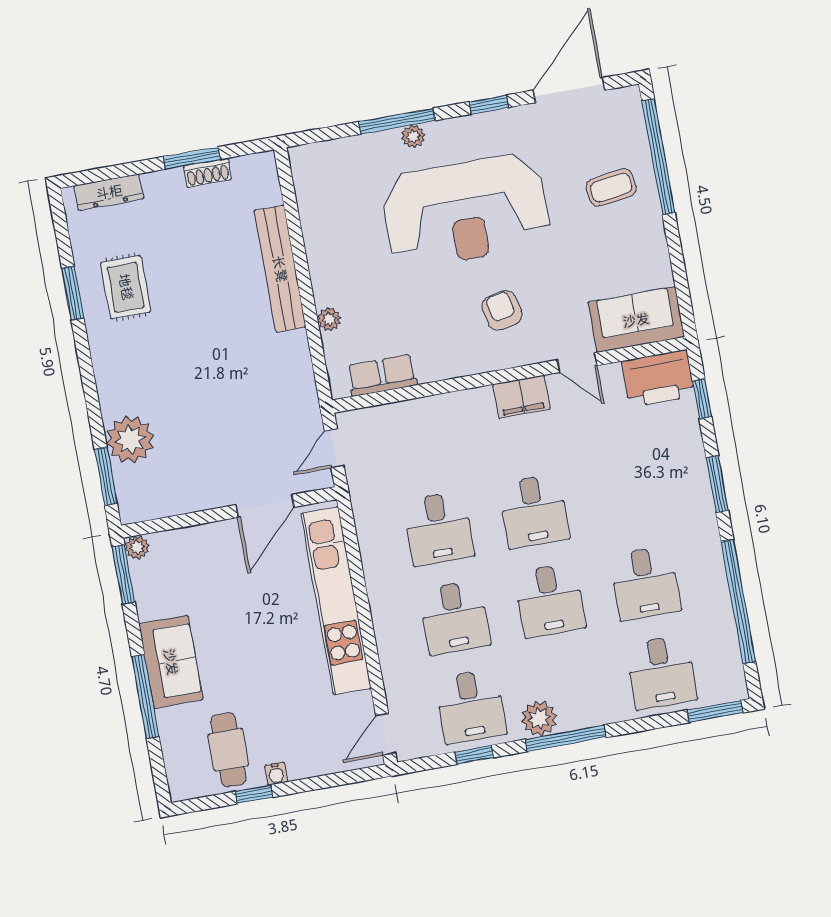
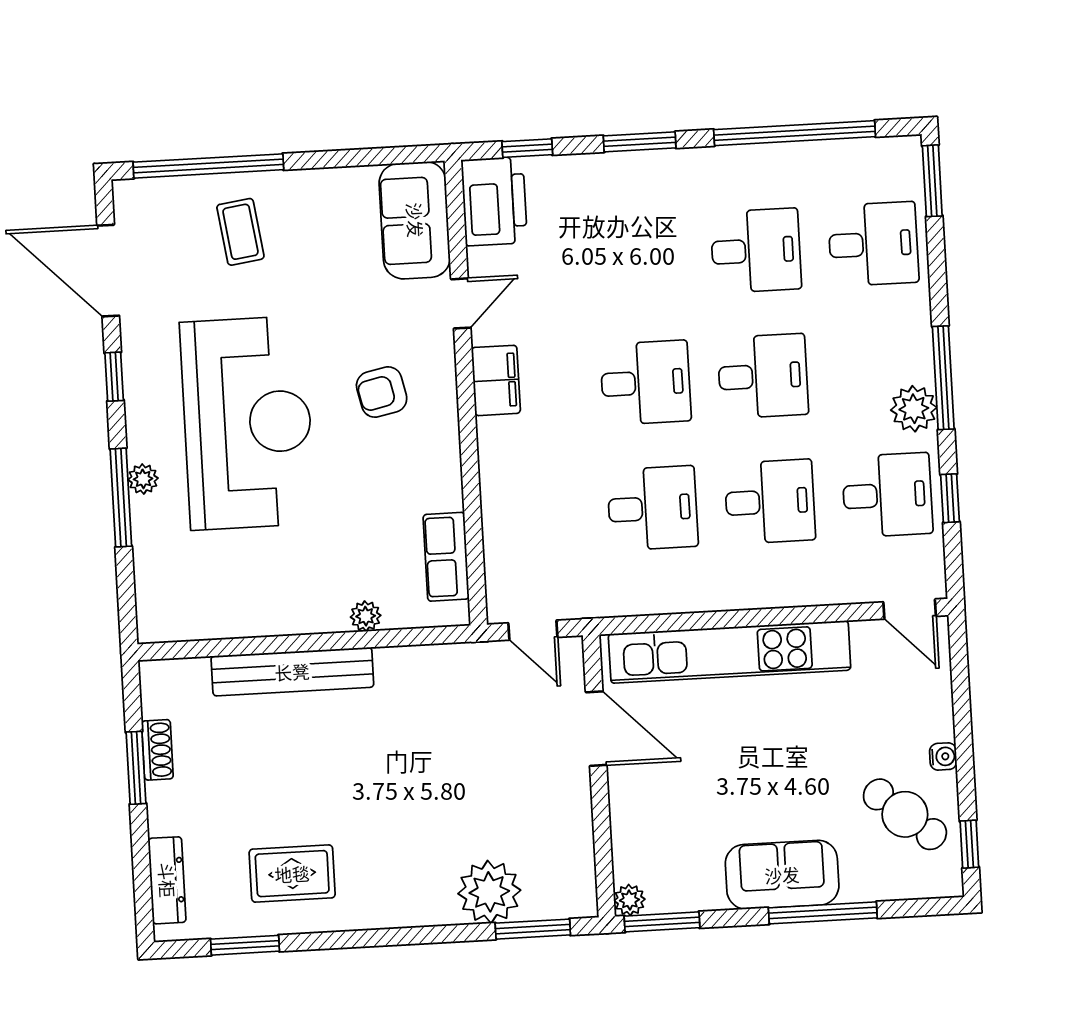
window: (73, 293) -> (245, 945), moved
cafe table: (228, 750) -> (905, 814), turned 40
window: (254, 794) -> (969, 844), moved

